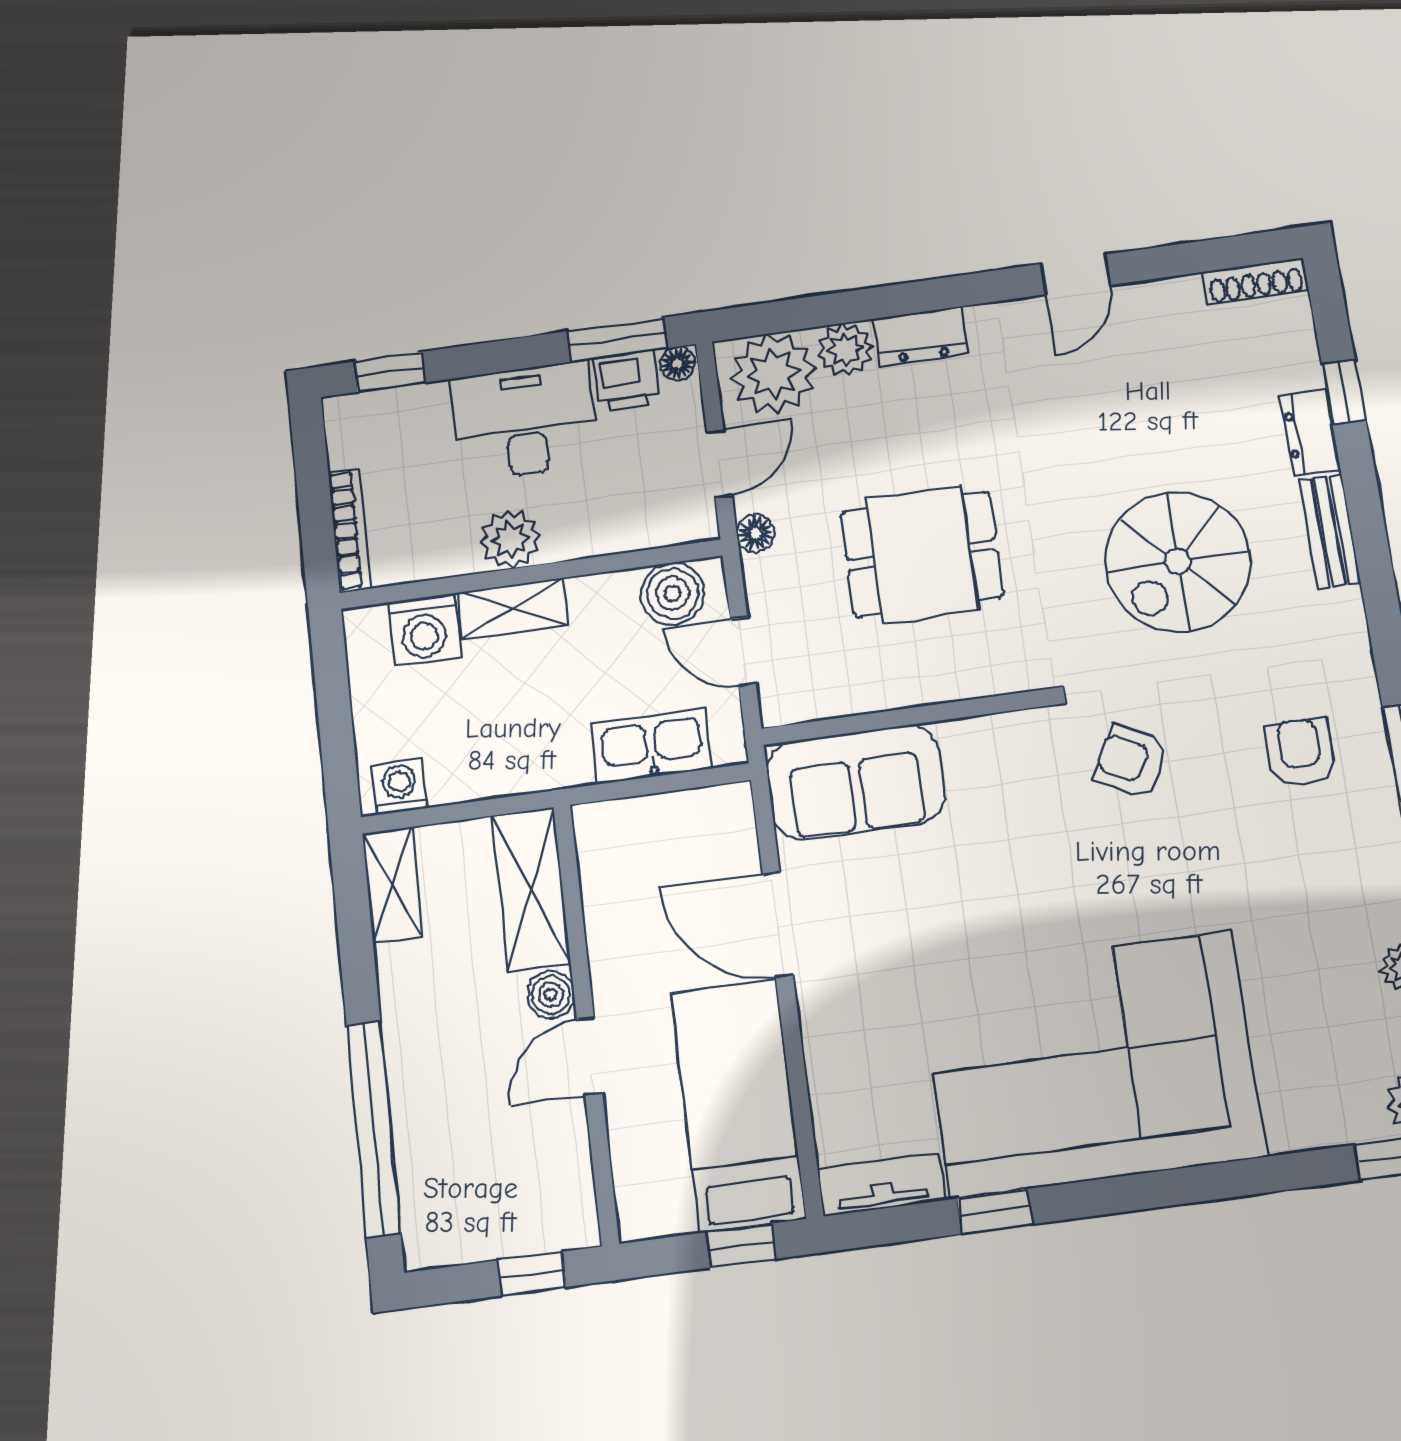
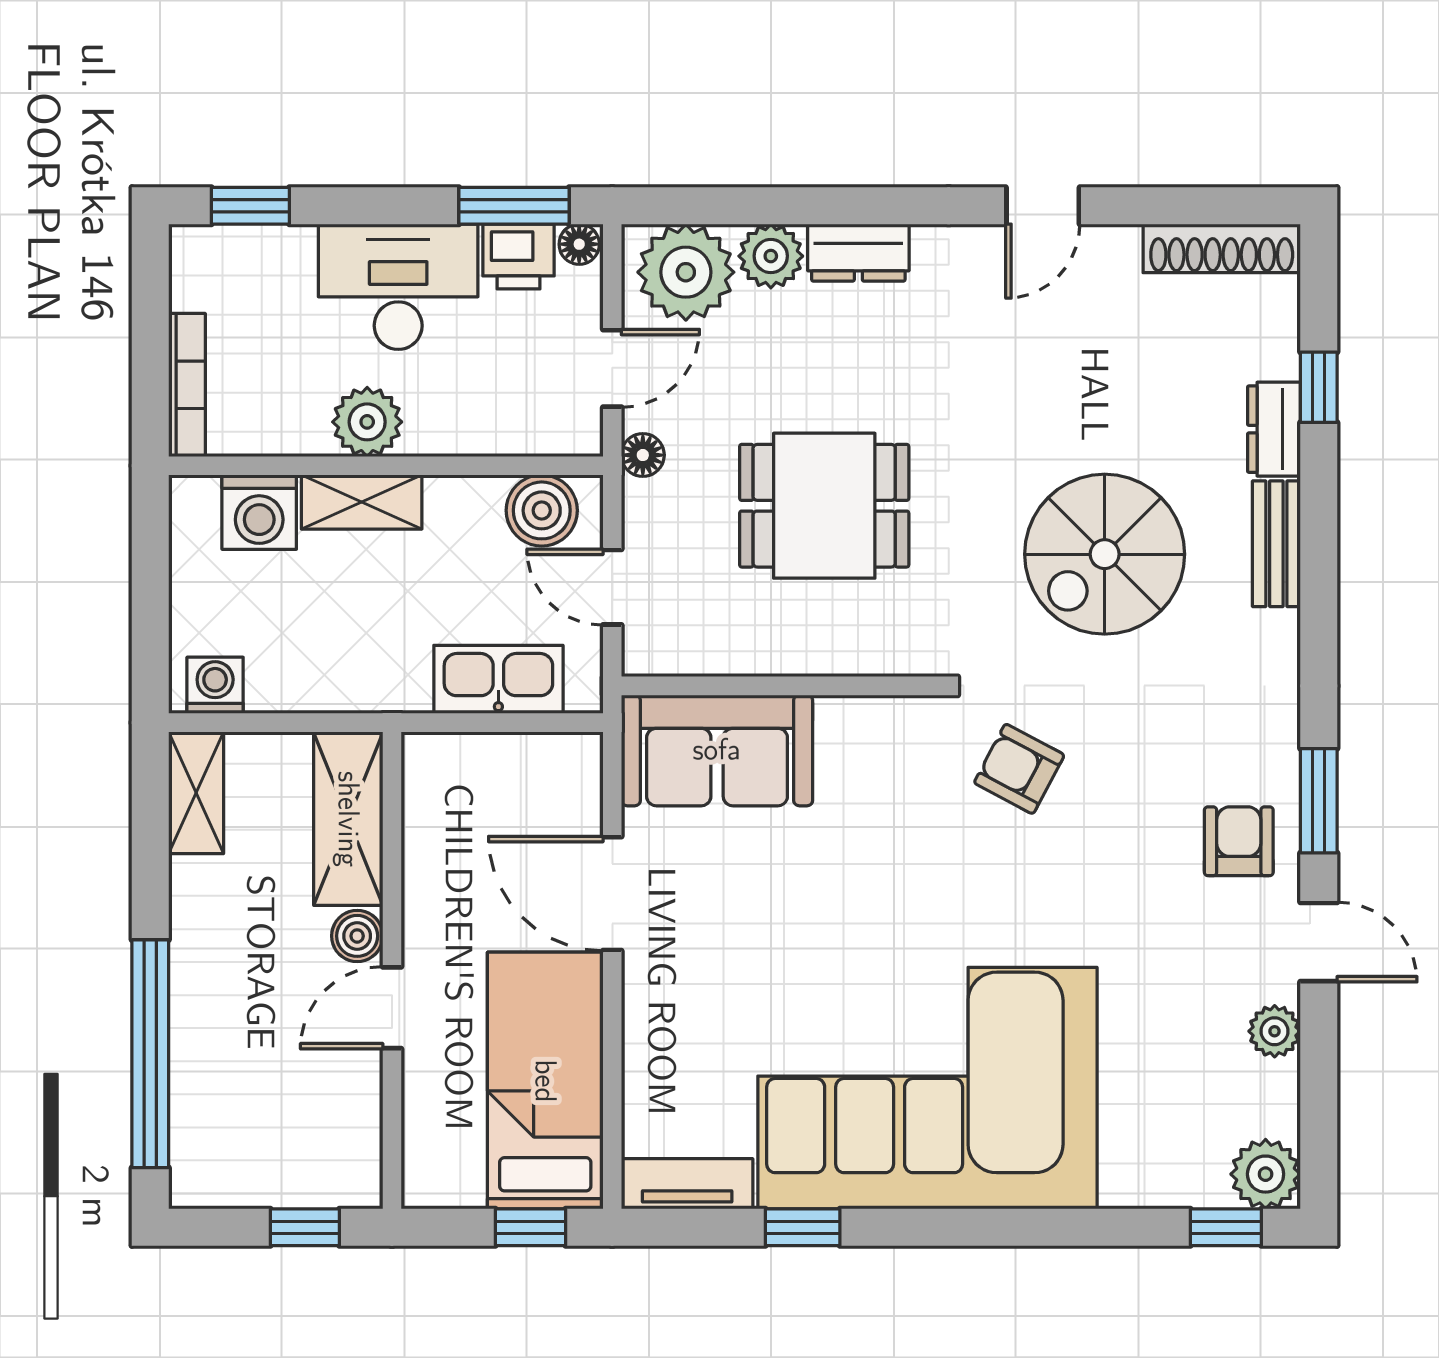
shoe rack: (1256, 281) -> (1222, 248), width x1.36, depth x1.24
armchair: (1300, 752) -> (1239, 841), moved

